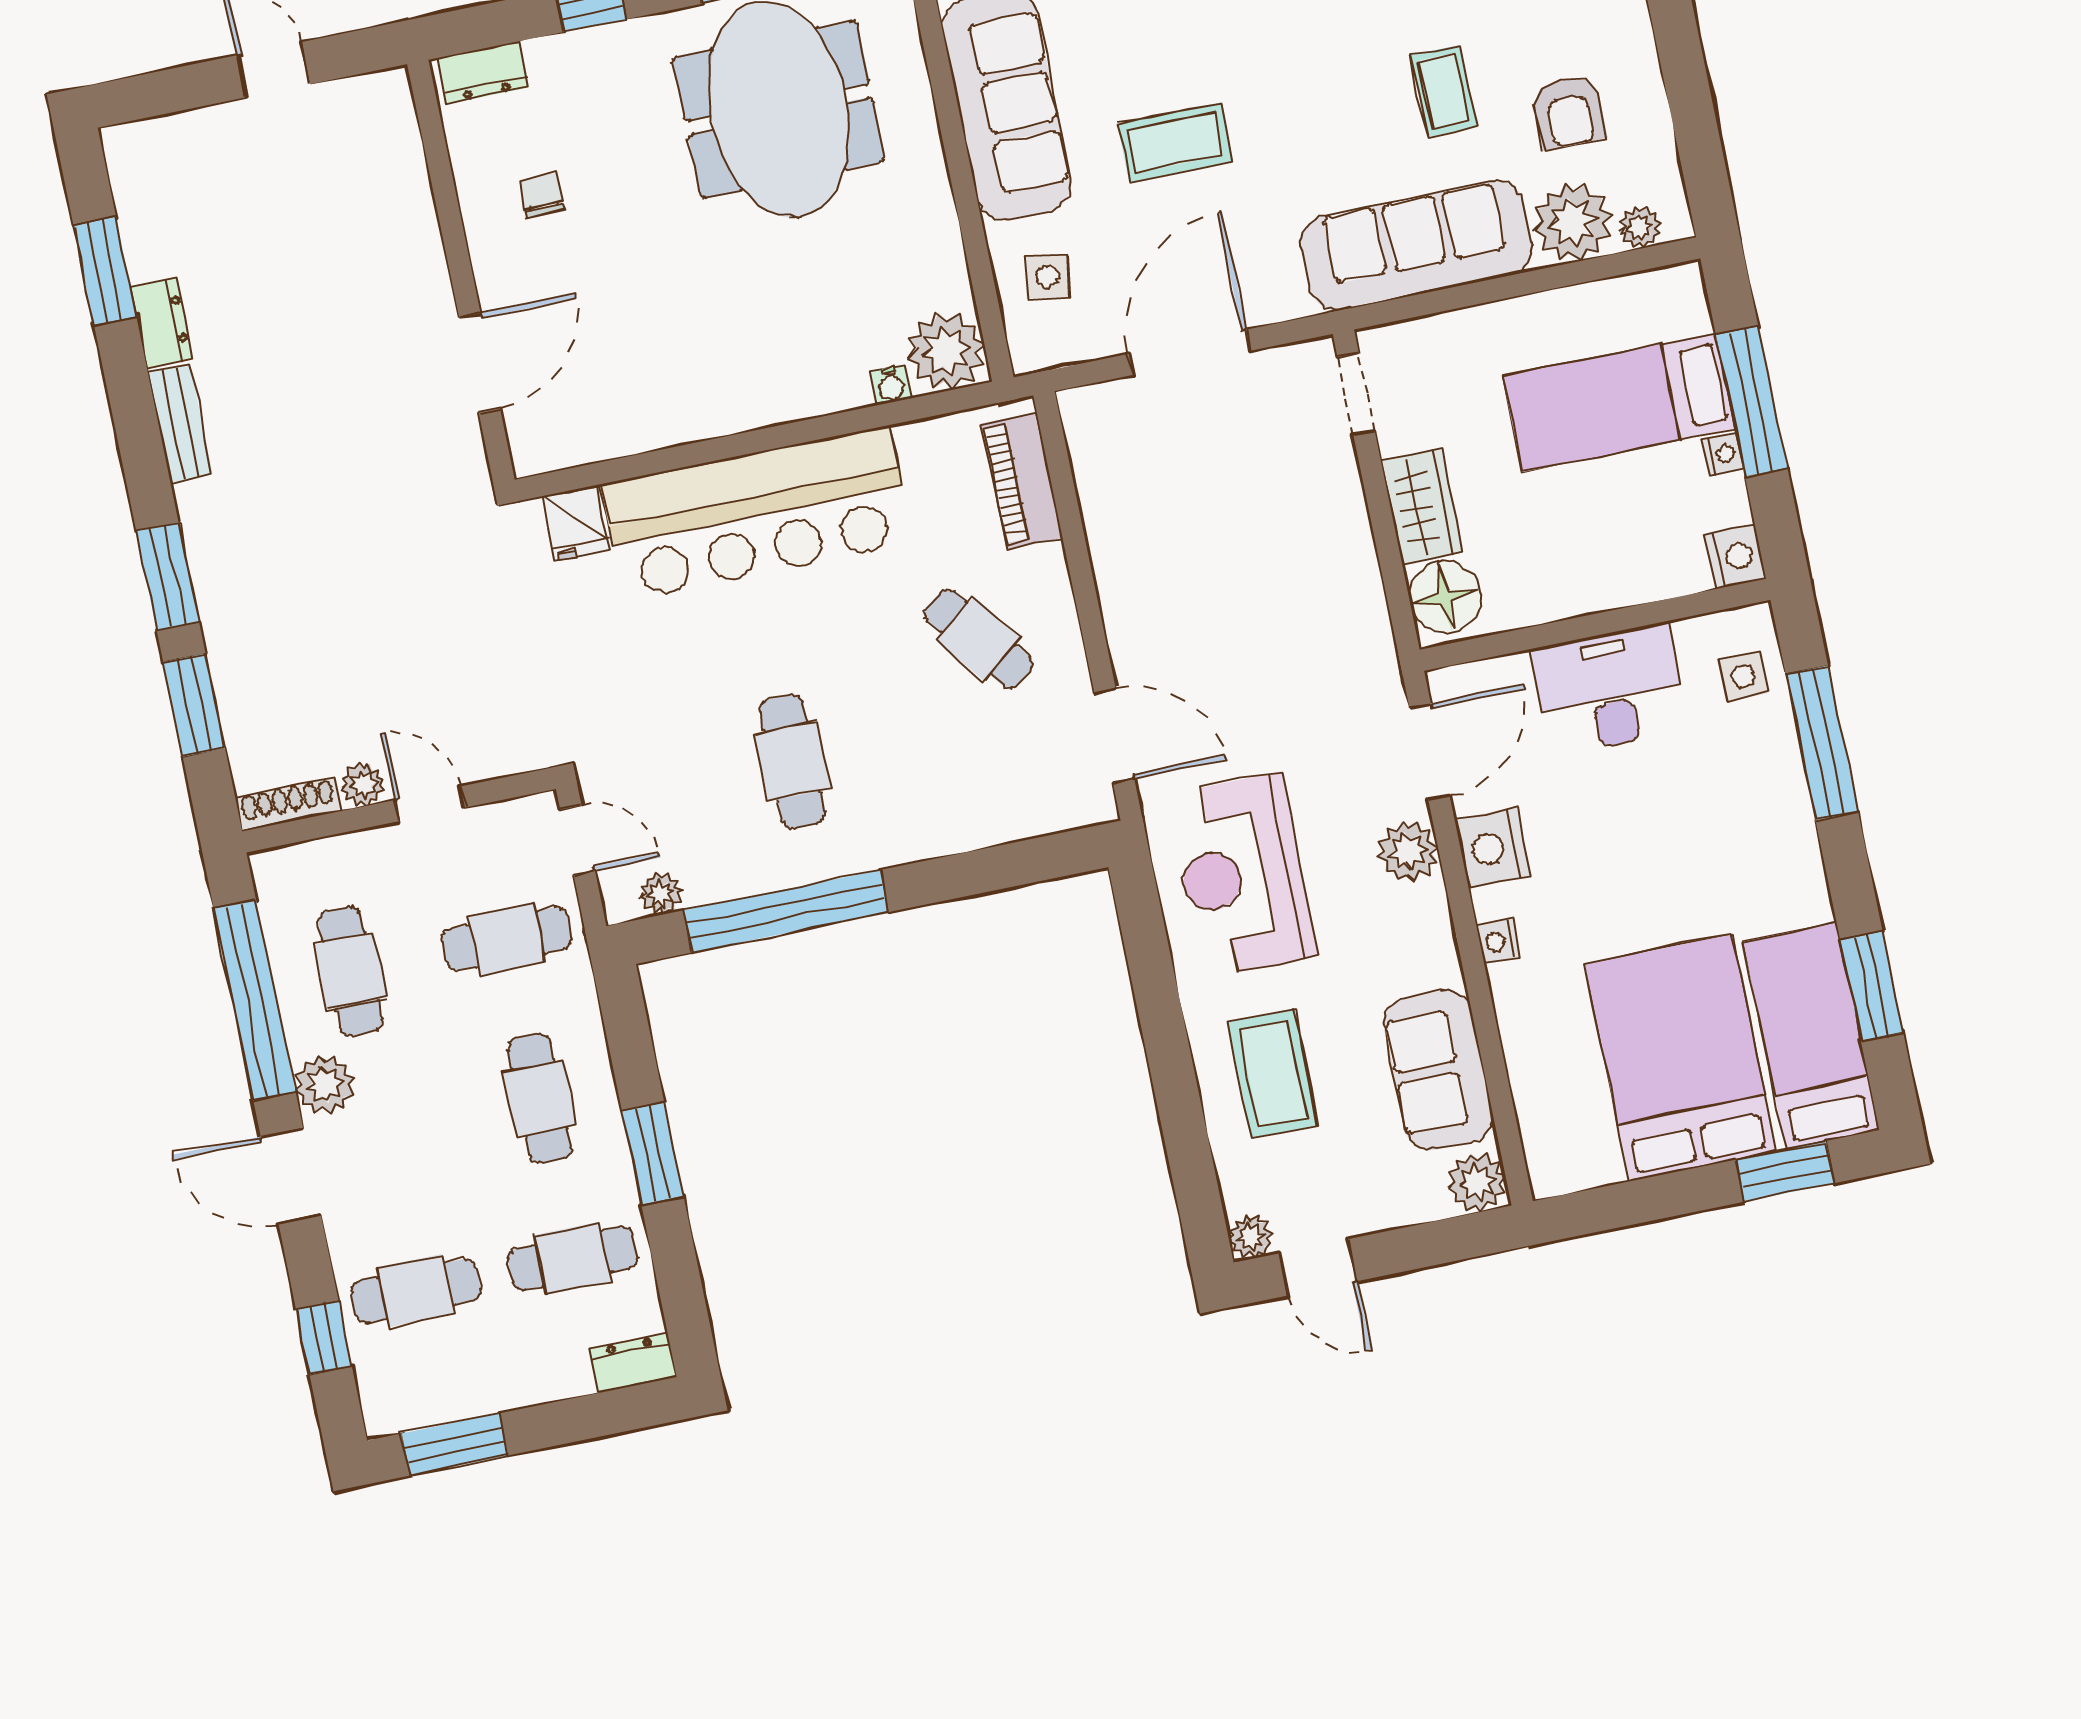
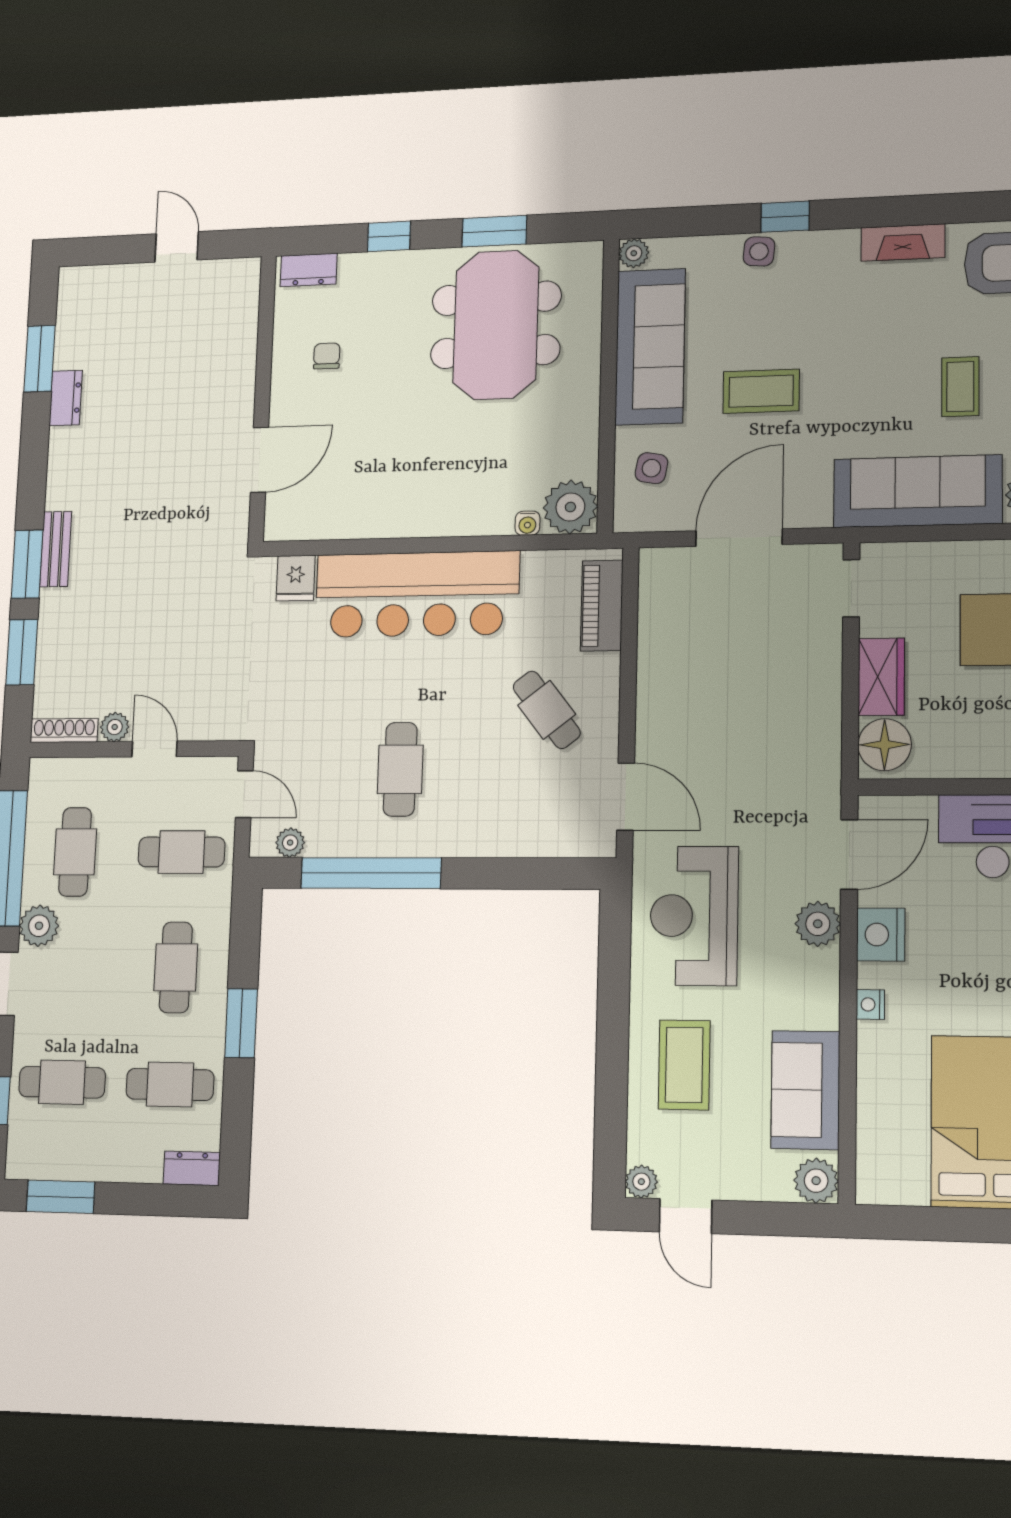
bench: (180, 423) -> (56, 549), moved

